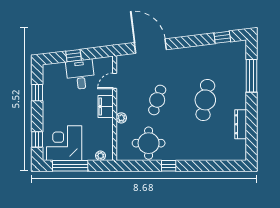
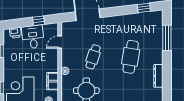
window: (73, 56) -> (39, 21), moved
printer: (58, 69) -> (15, 33), added
filing cabinet: (106, 107) -> (53, 81), moved

